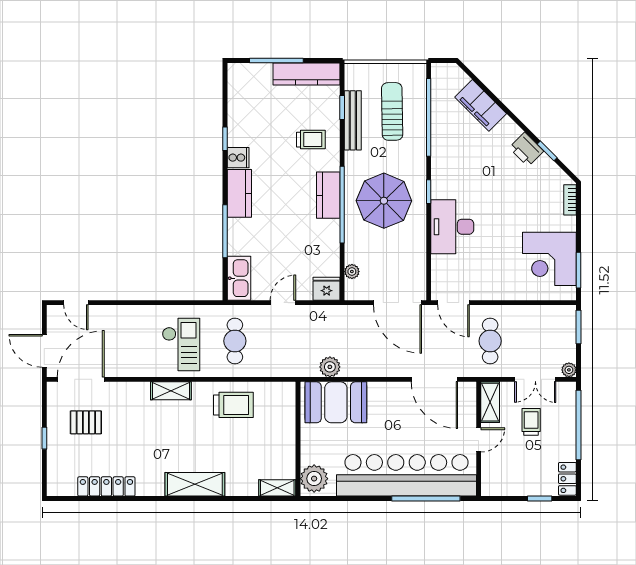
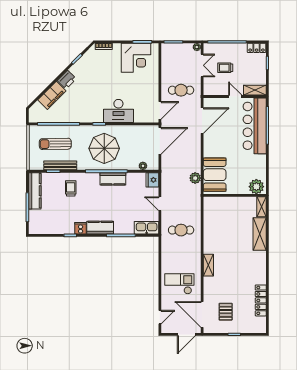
printer: (526, 149) -> (67, 80), moved
kitchen counter: (328, 195) -> (113, 179), moved
checkout: (181, 345) -> (179, 284), moved
shelving: (490, 402) -> (255, 90), moved
trolley: (233, 405) -> (216, 231), removed
bar counter: (406, 475) -> (255, 126), width x0.73
shelving: (195, 484) -> (260, 234), moved

